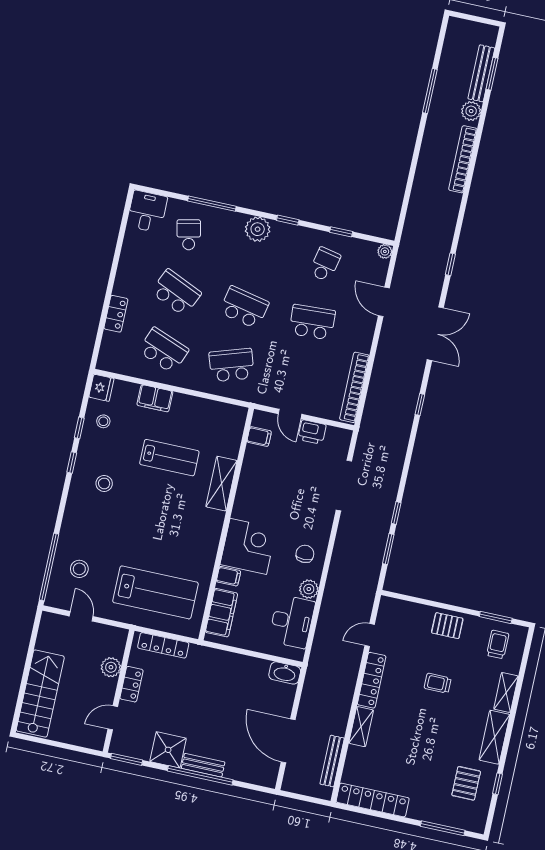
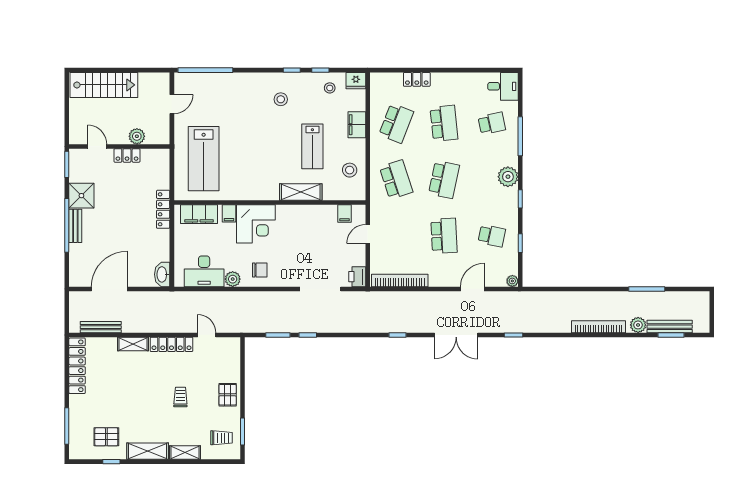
school desk: (176, 292) -> (444, 123), turned -30
printer: (312, 432) -> (357, 277), moved
stool: (79, 569) -> (350, 170), moved
locker: (163, 645) -> (163, 209), moved

